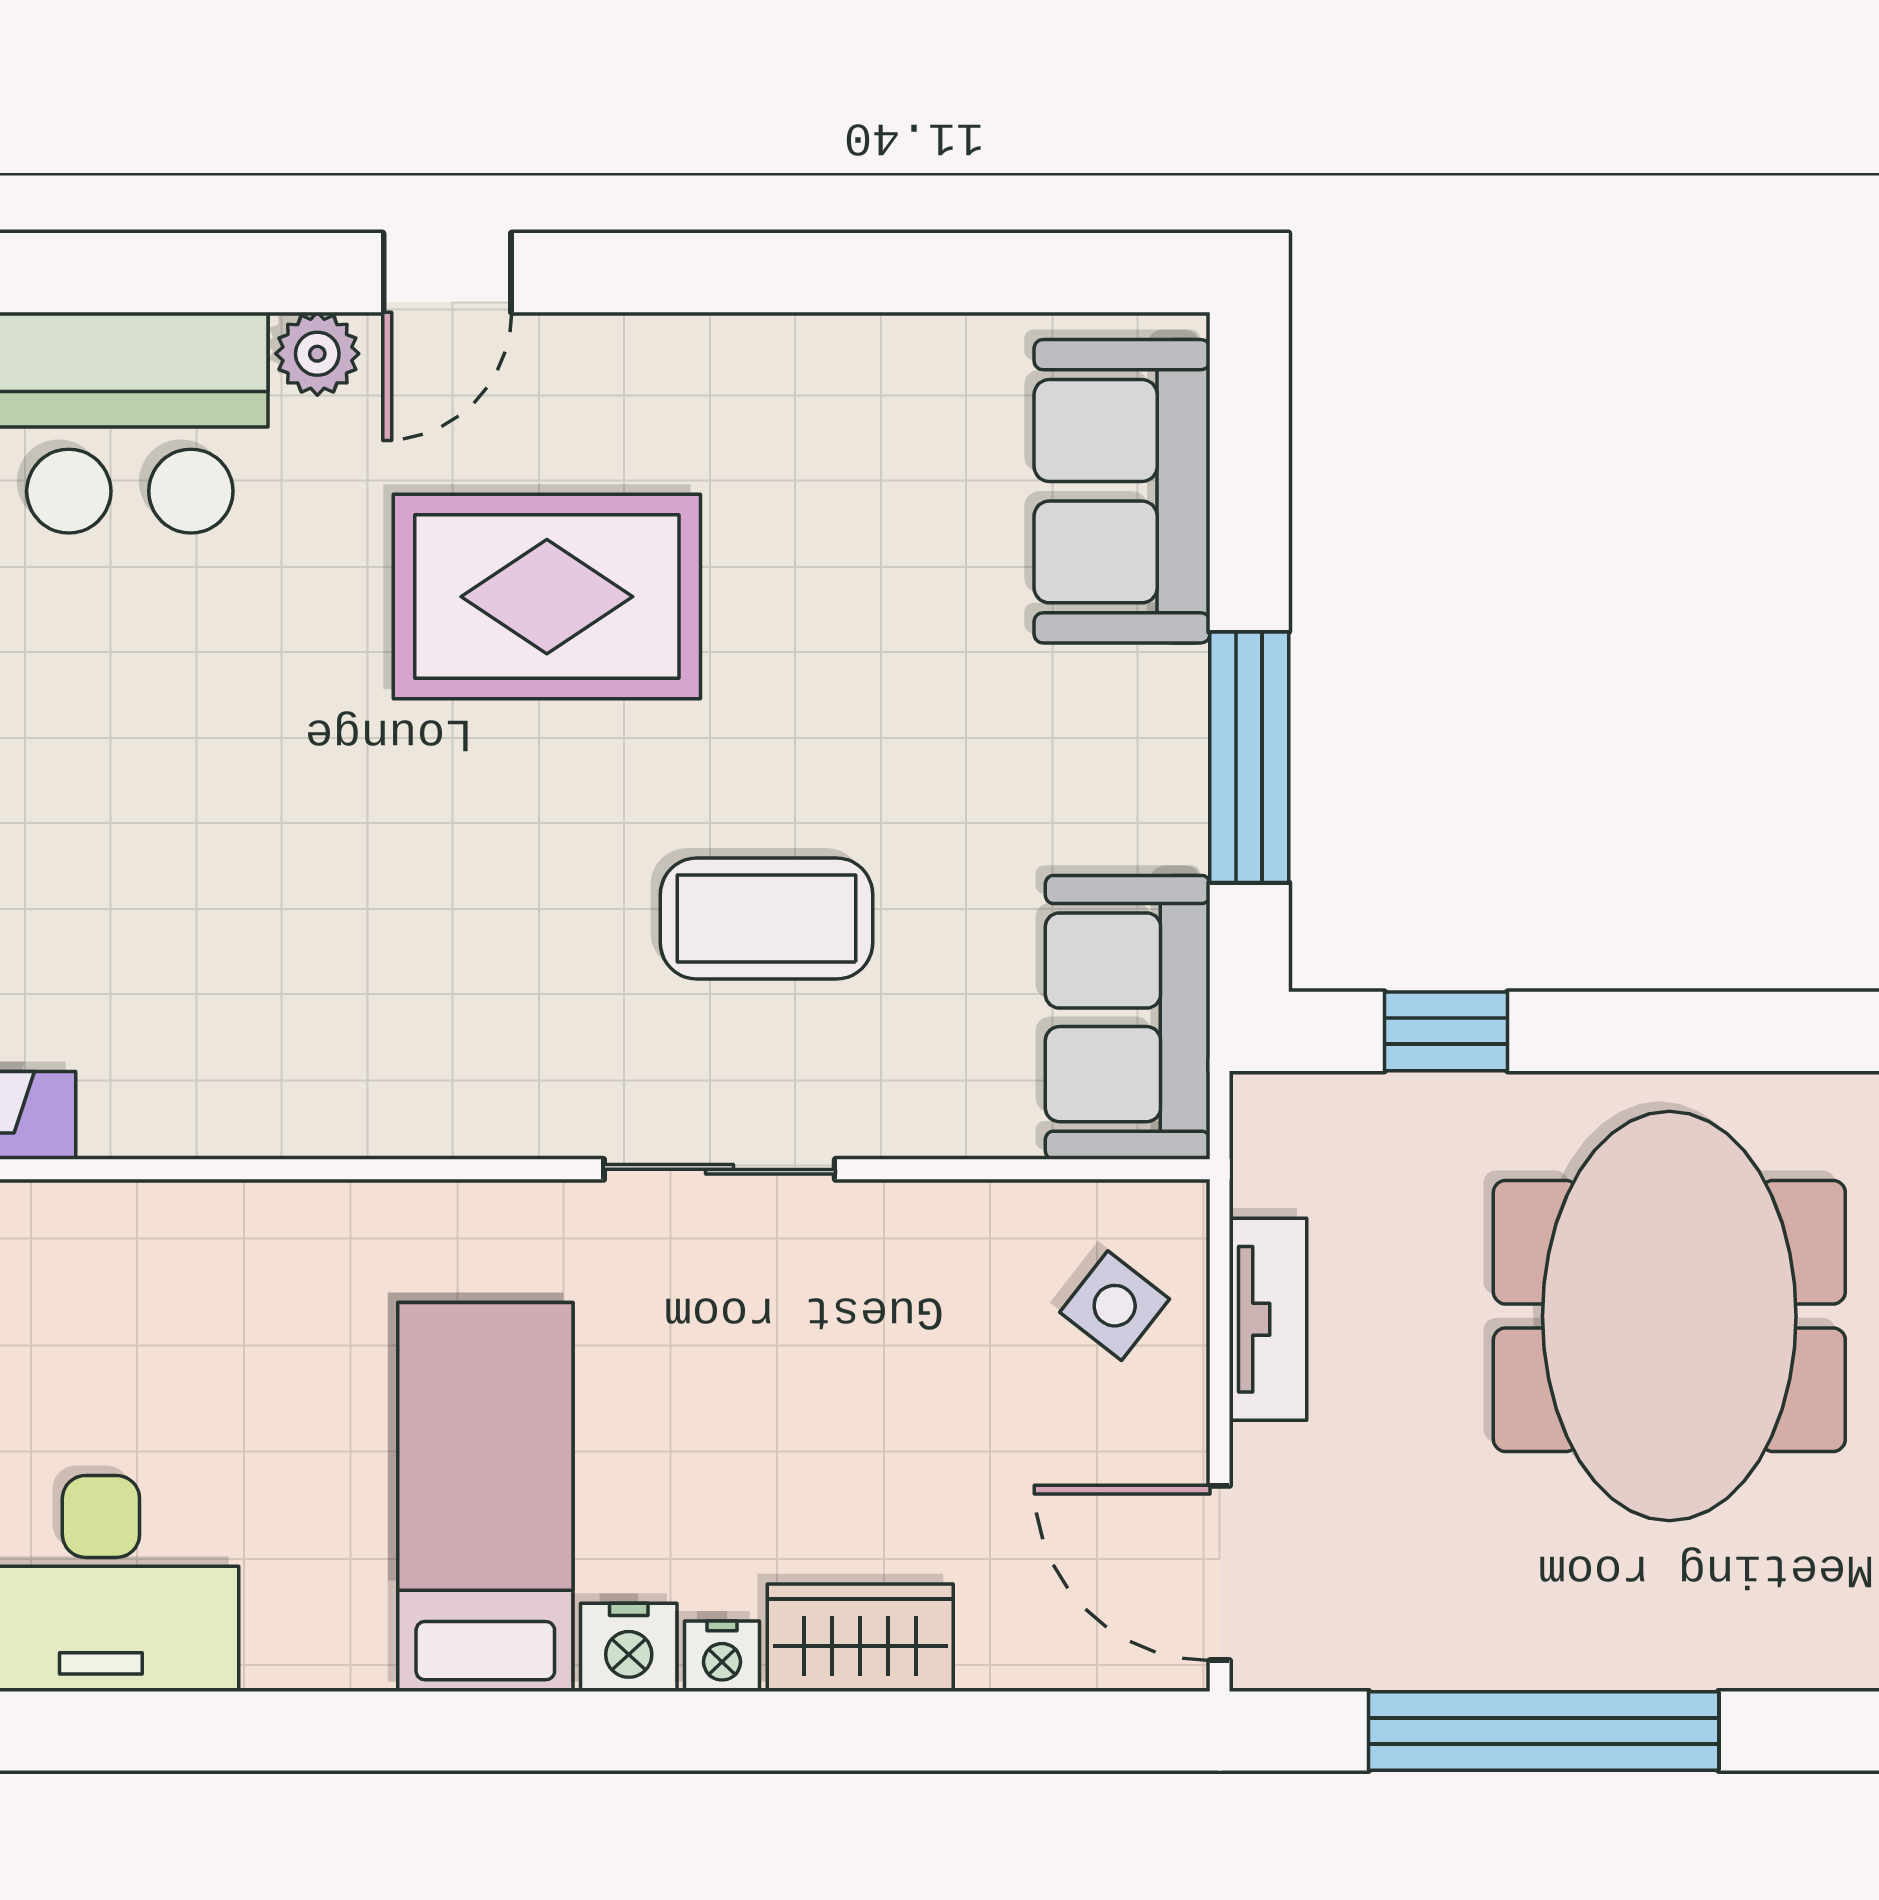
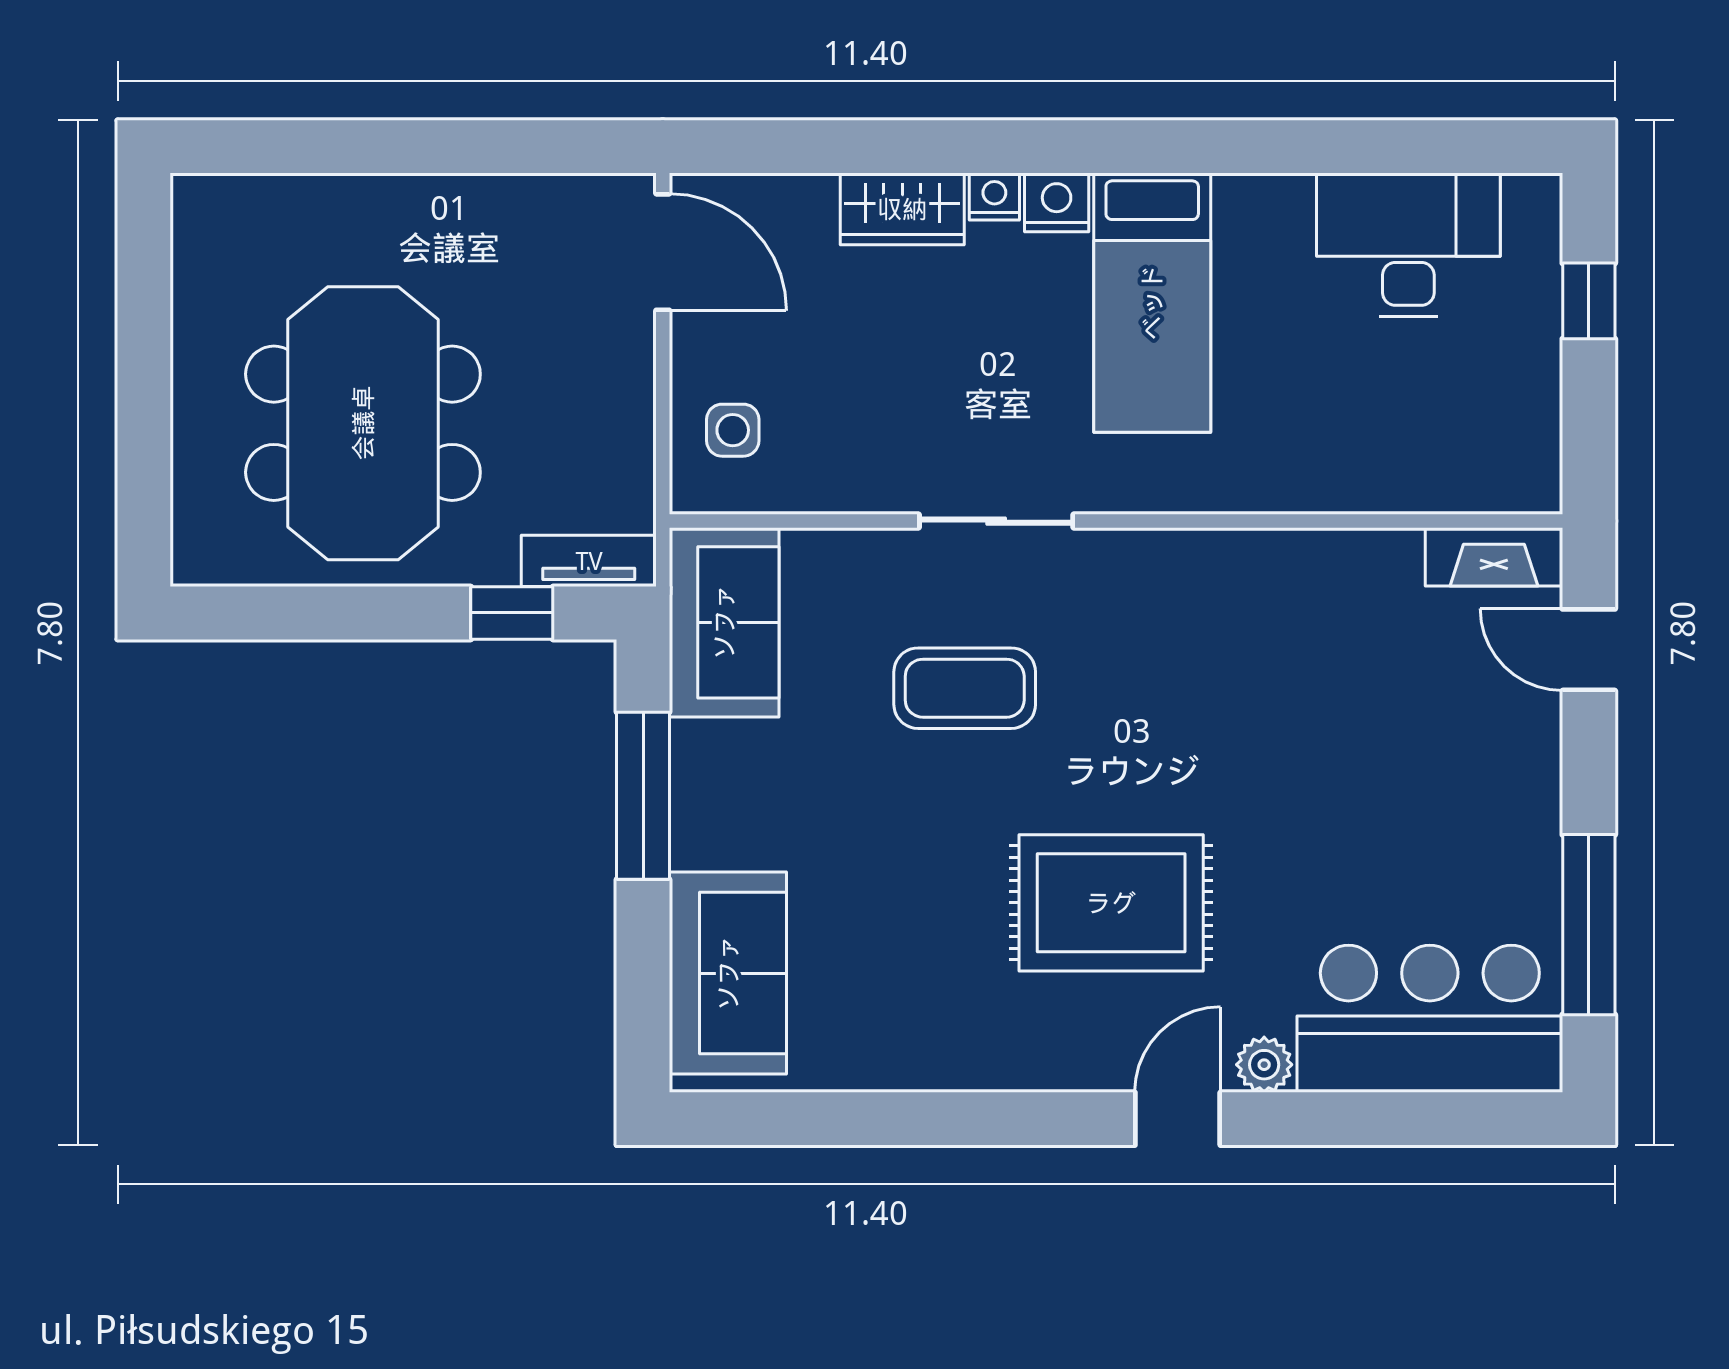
side table: (1115, 1306) -> (733, 430), turned -38
tv unit: (1268, 1319) -> (589, 561), moved, turned 90
window: (1544, 1731) -> (447, 147), removed

